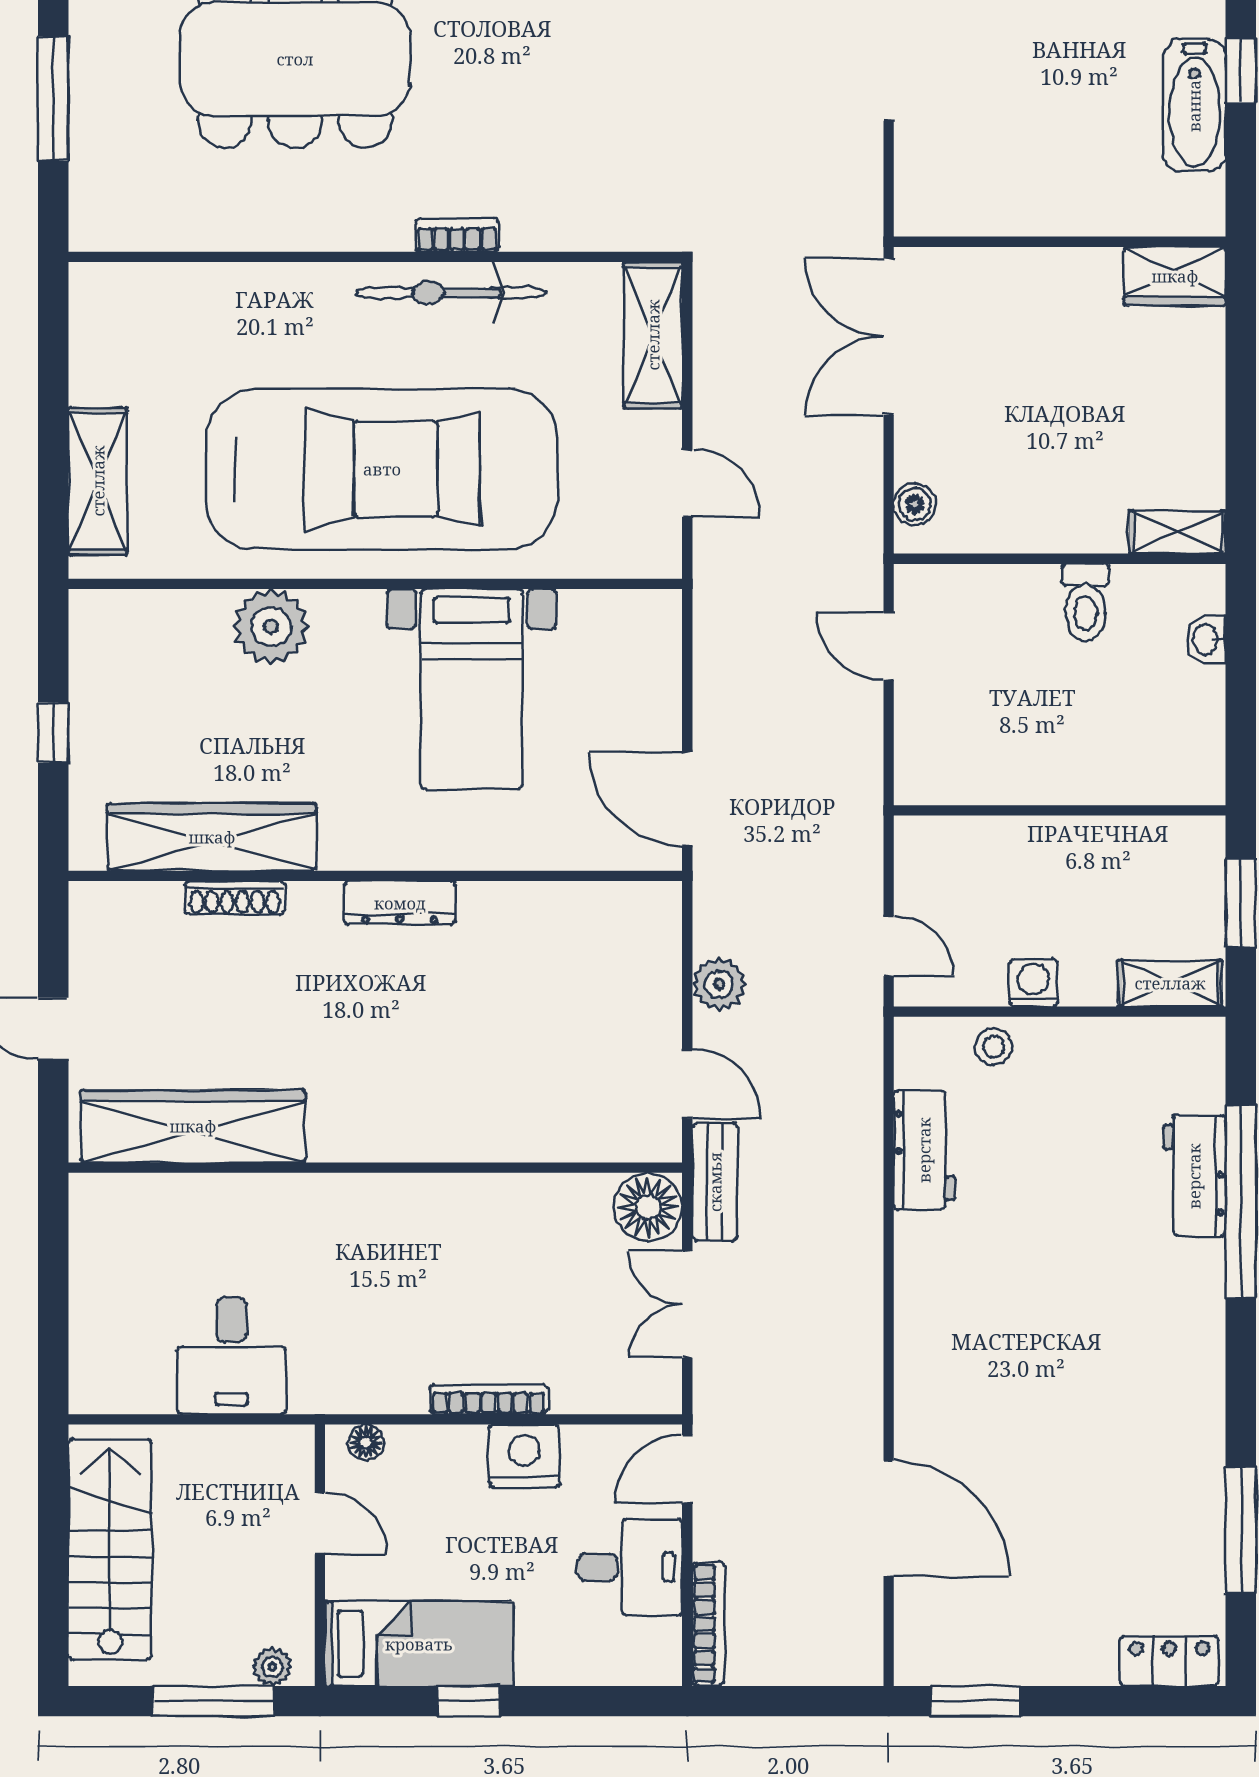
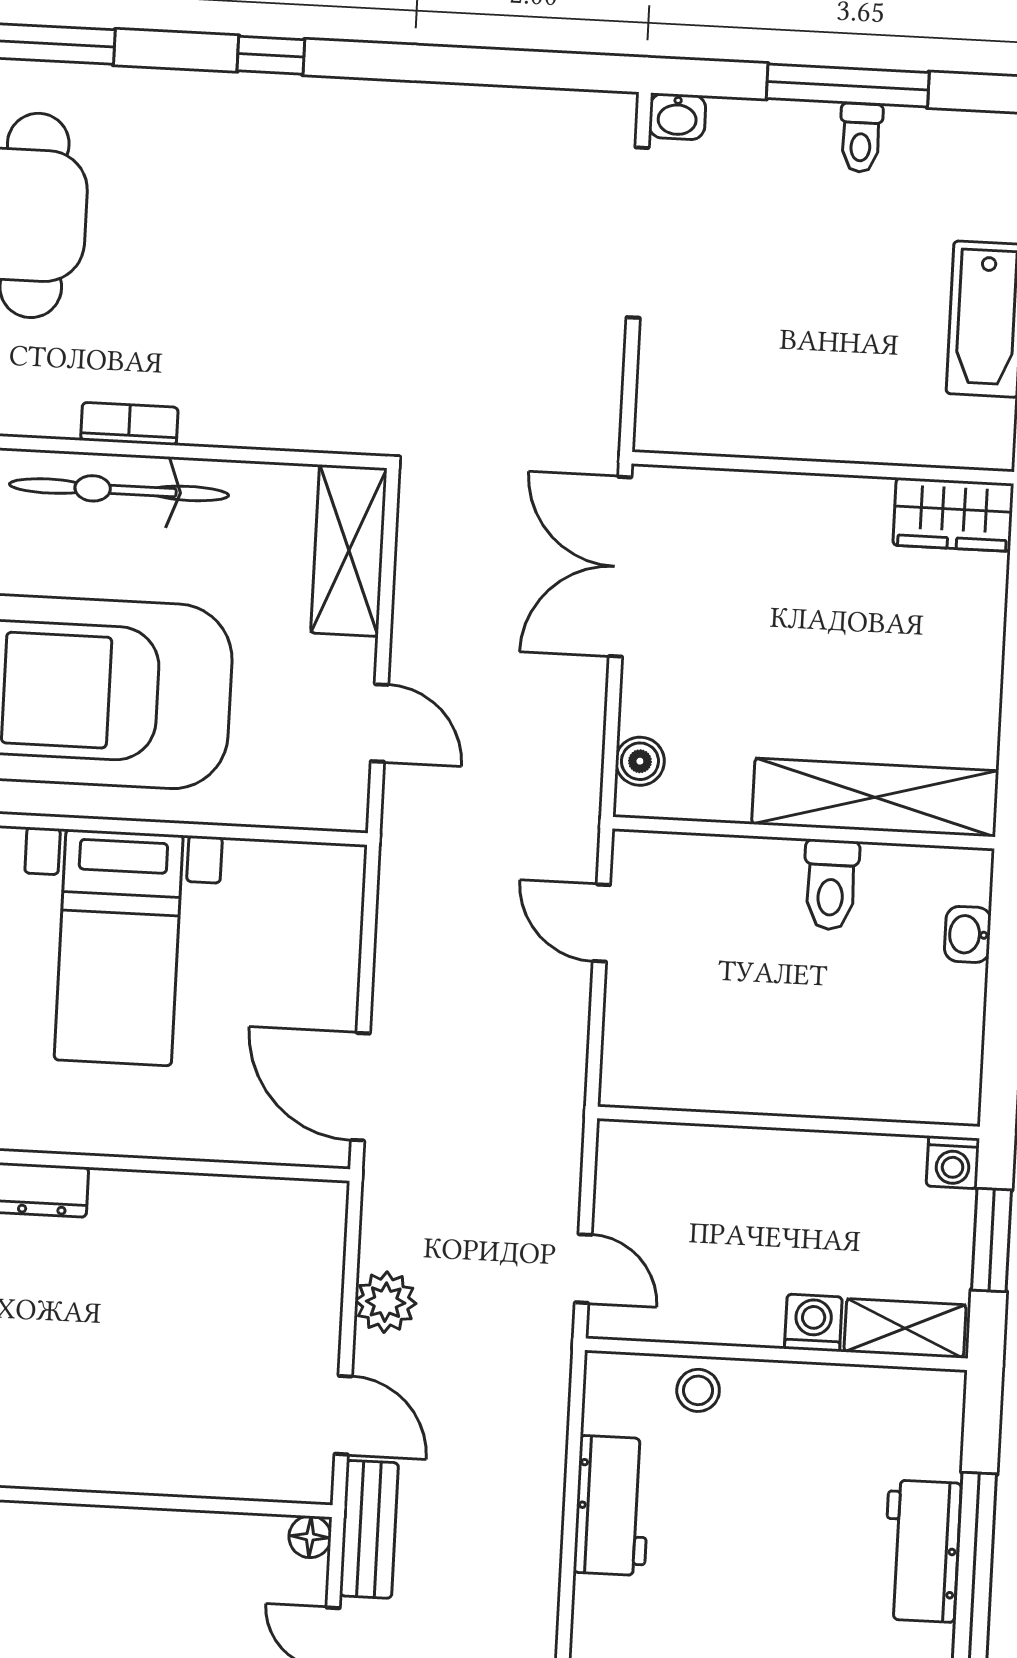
shelving: (1178, 532) -> (875, 797), width x2.20, depth x1.33
washing machine: (1204, 837) -> (953, 1162), added
washing machine: (1033, 983) -> (813, 1323), moved
floor lamp: (648, 1207) -> (310, 1537), width x0.53, depth x0.53

